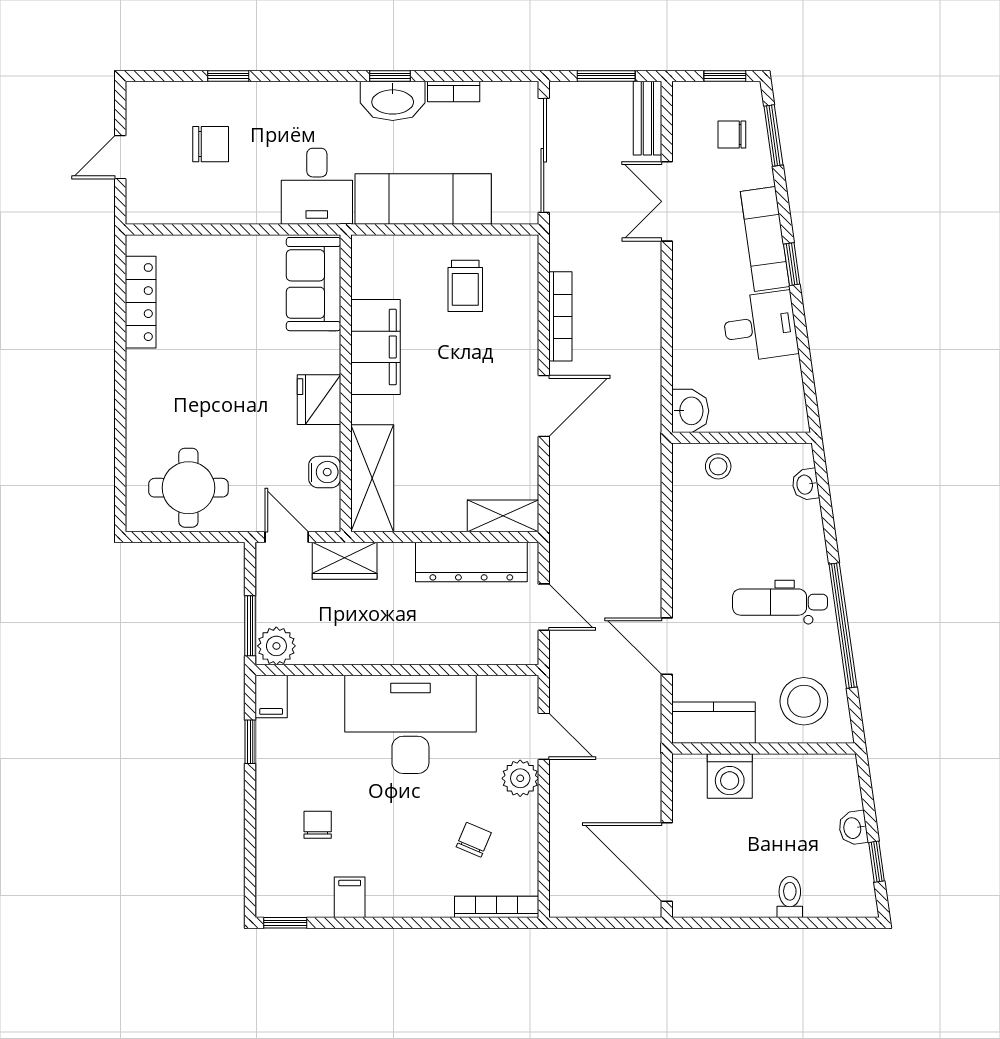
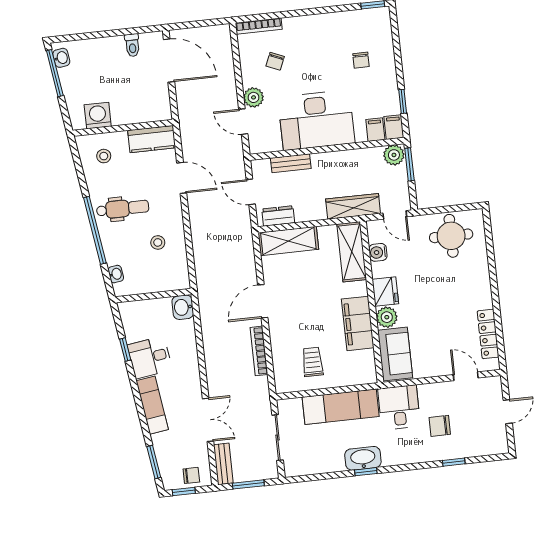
bookcase: (454, 91) -> (330, 467), removed
chair: (732, 135) -> (191, 475), moved
chair: (211, 144) -> (440, 426), moved
sliding door: (544, 155) -> (278, 438), width x0.73
door: (190, 230) -> (466, 376), added
window: (792, 264) -> (125, 349), moved
plant: (321, 353) -> (387, 317), added
stool: (718, 466) -> (158, 242), moved
shelving: (503, 516) -> (288, 241), width x1.50, depth x1.33
wardrobe: (345, 561) -> (353, 206), width x1.50
dresser: (471, 562) -> (278, 216), width x0.51, depth x0.80
window: (843, 626) -> (95, 230), moved
bench: (466, 651) -> (291, 163), added
stool: (804, 701) -> (104, 156), width x0.53, depth x0.53
washing machine: (730, 776) -> (98, 116), moved
washbasin: (853, 828) -> (61, 58), moved
window: (876, 862) -> (55, 73), width x2.17
filing cabinet: (350, 897) -> (375, 130), moved, turned 180
toilet: (790, 897) -> (132, 45), moved

